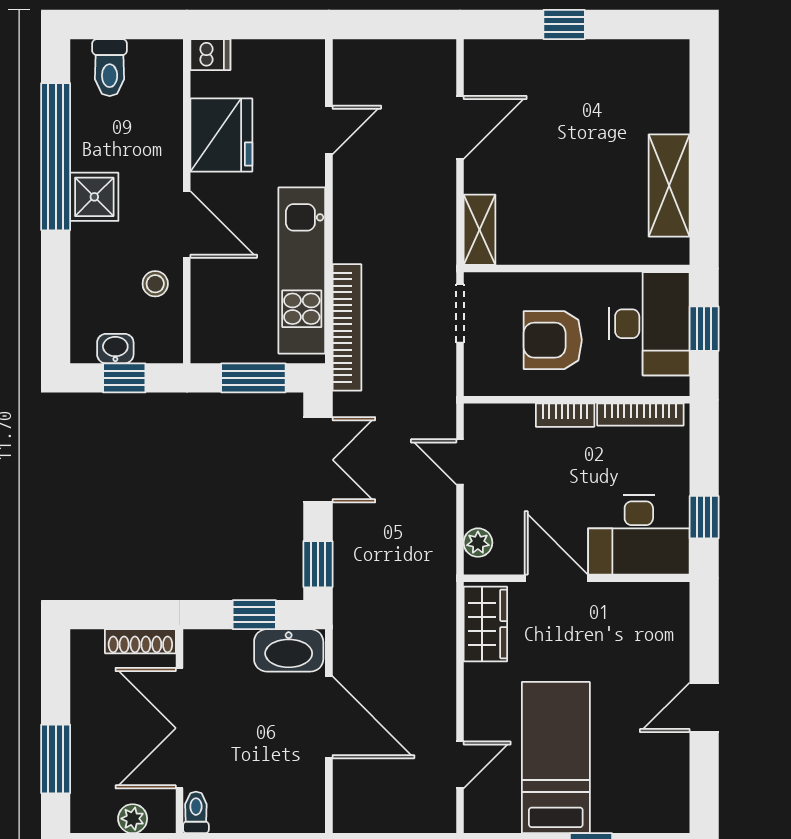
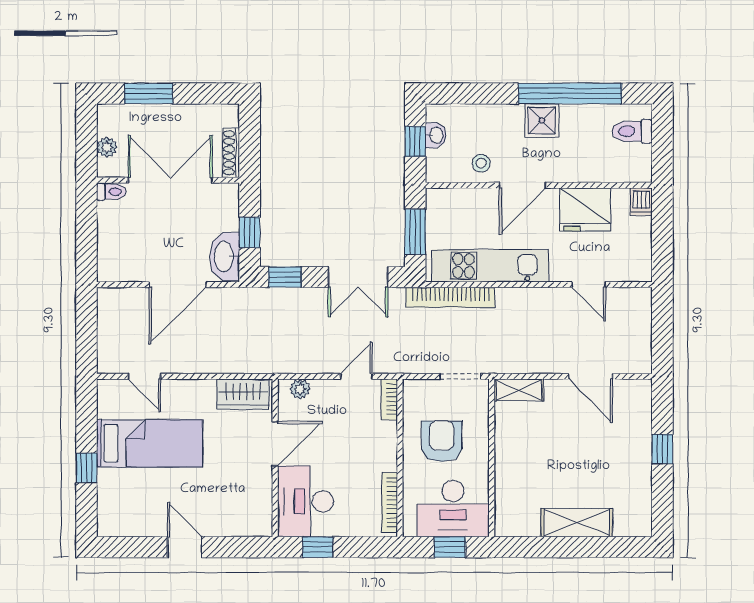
shelving: (669, 185) -> (577, 523), moved
bookcase: (565, 415) -> (389, 399), moved

